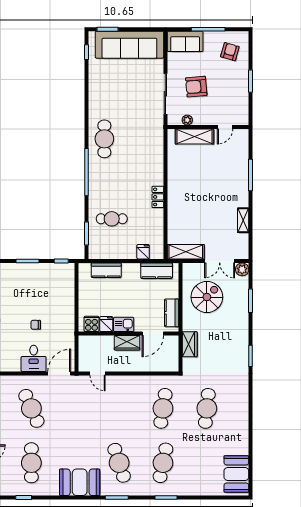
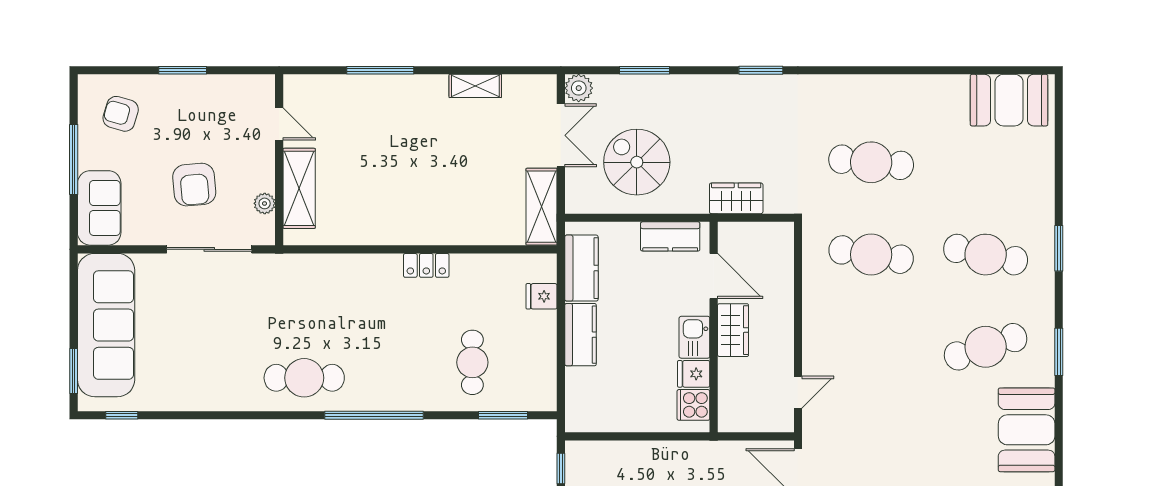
kitchen counter: (106, 270) -> (581, 335), moved

